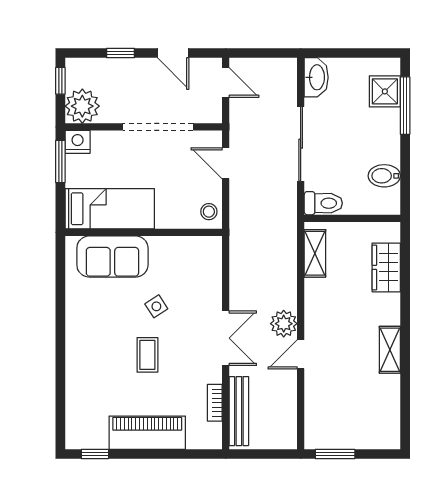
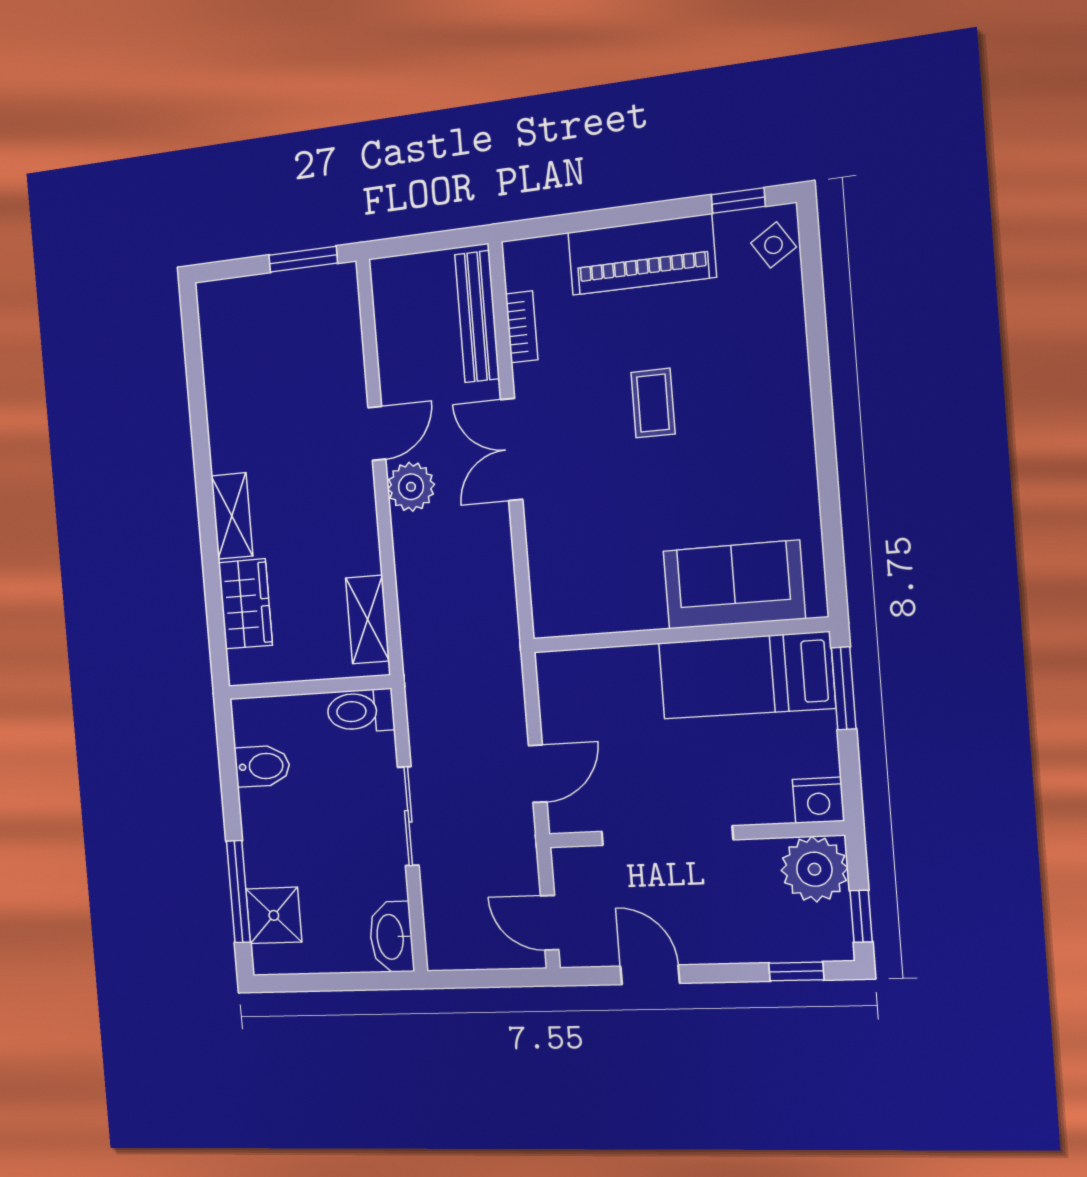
window: (121, 53) -> (796, 971), moved
sliding door: (301, 144) -> (408, 816), width x0.73
window: (60, 162) -> (844, 688), moved
door: (226, 163) -> (538, 774), hinge flipped
stool: (209, 212) -> (561, 682), removed
side table: (156, 306) -> (773, 245), moved
shelving: (390, 350) -> (232, 516), moved

